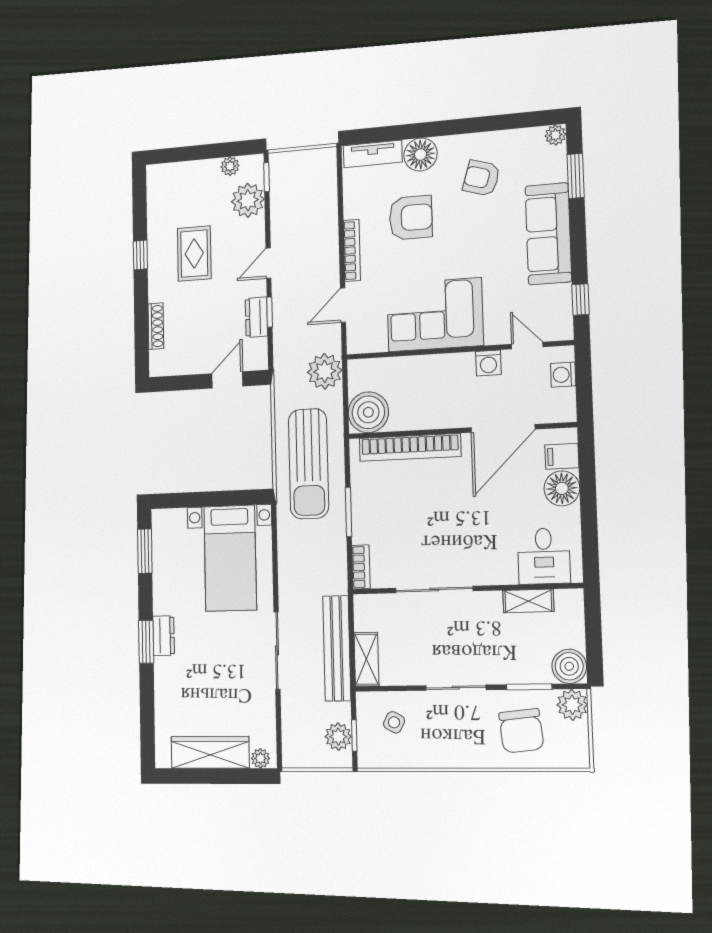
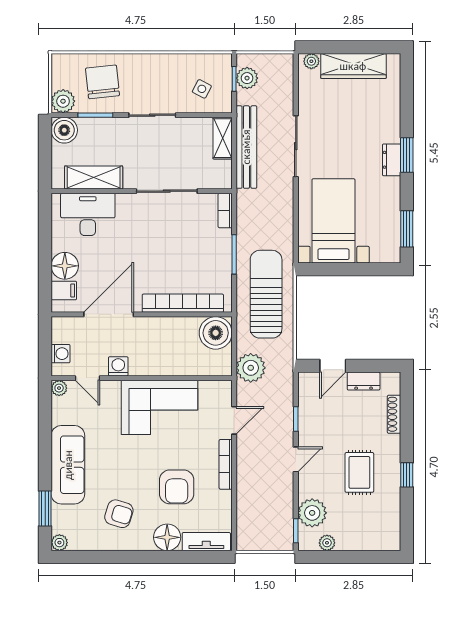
armchair: (411, 218) -> (177, 487), turned -90
window: (580, 299) -> (45, 411), removed
dresser: (256, 317) -> (364, 381), moved, turned 90
plant: (563, 330) -> (59, 388), added
desk: (544, 556) -> (88, 214), width x1.37
shelving: (528, 601) -> (94, 178), width x1.50, depth x1.33

